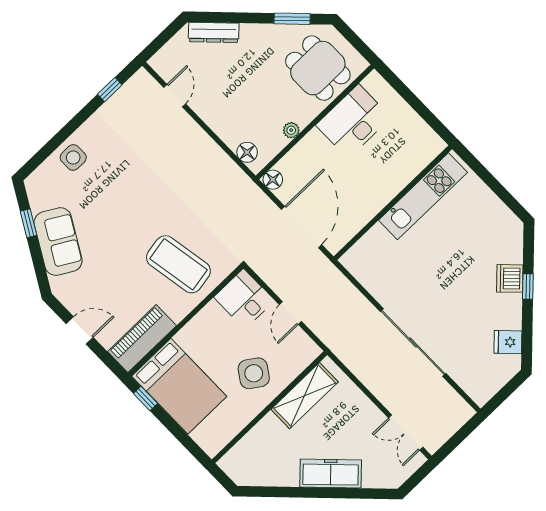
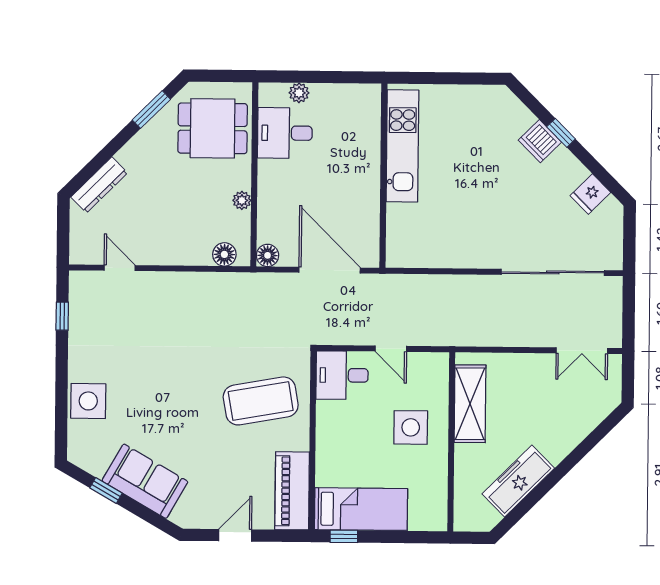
plant: (393, 100) -> (299, 93), added
desk: (353, 121) -> (285, 133), width x0.73
side table: (73, 157) -> (88, 401), width x1.37, depth x1.37
sliding door: (413, 343) -> (553, 272), moved
side table: (254, 373) -> (411, 427), turned -34
bed: (179, 386) -> (361, 509), width x0.67
freezer: (331, 473) -> (518, 481), moved

